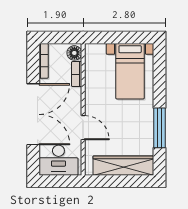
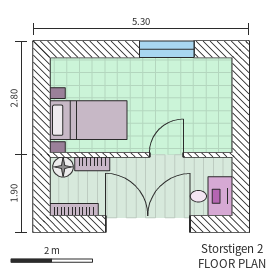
bed with nightstands: (130, 71) -> (88, 120), moved
desk: (58, 160) -> (211, 196), width x0.73
wardrobe: (123, 166) -> (219, 99), removed

